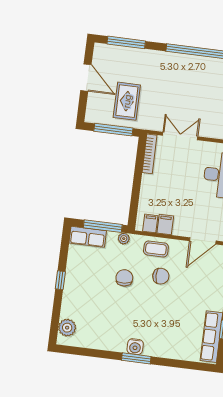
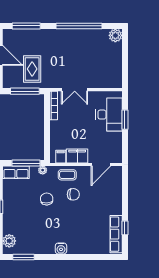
double door: (180, 136) -> (75, 90), swing flipped
filing cabinet: (165, 225) -> (77, 156), width x2.00
window: (136, 358) -> (23, 257), moved

